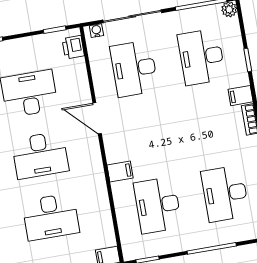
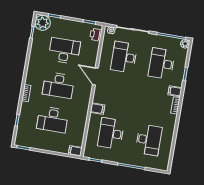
desk: (225, 194) -> (149, 140), turned 180

